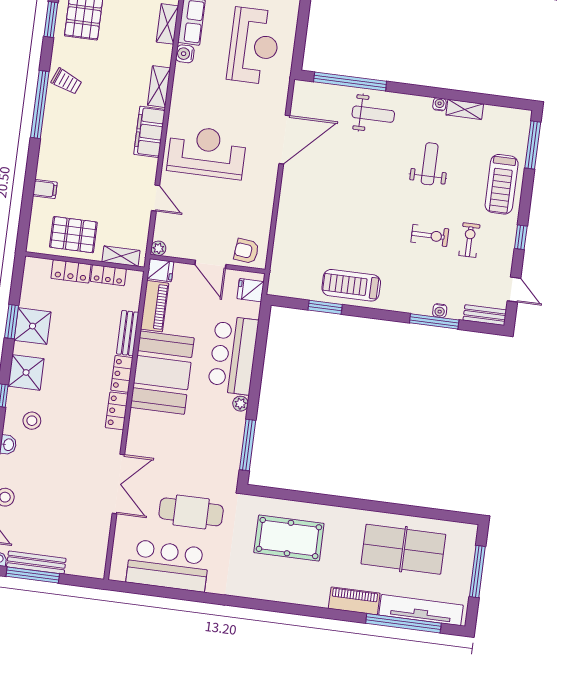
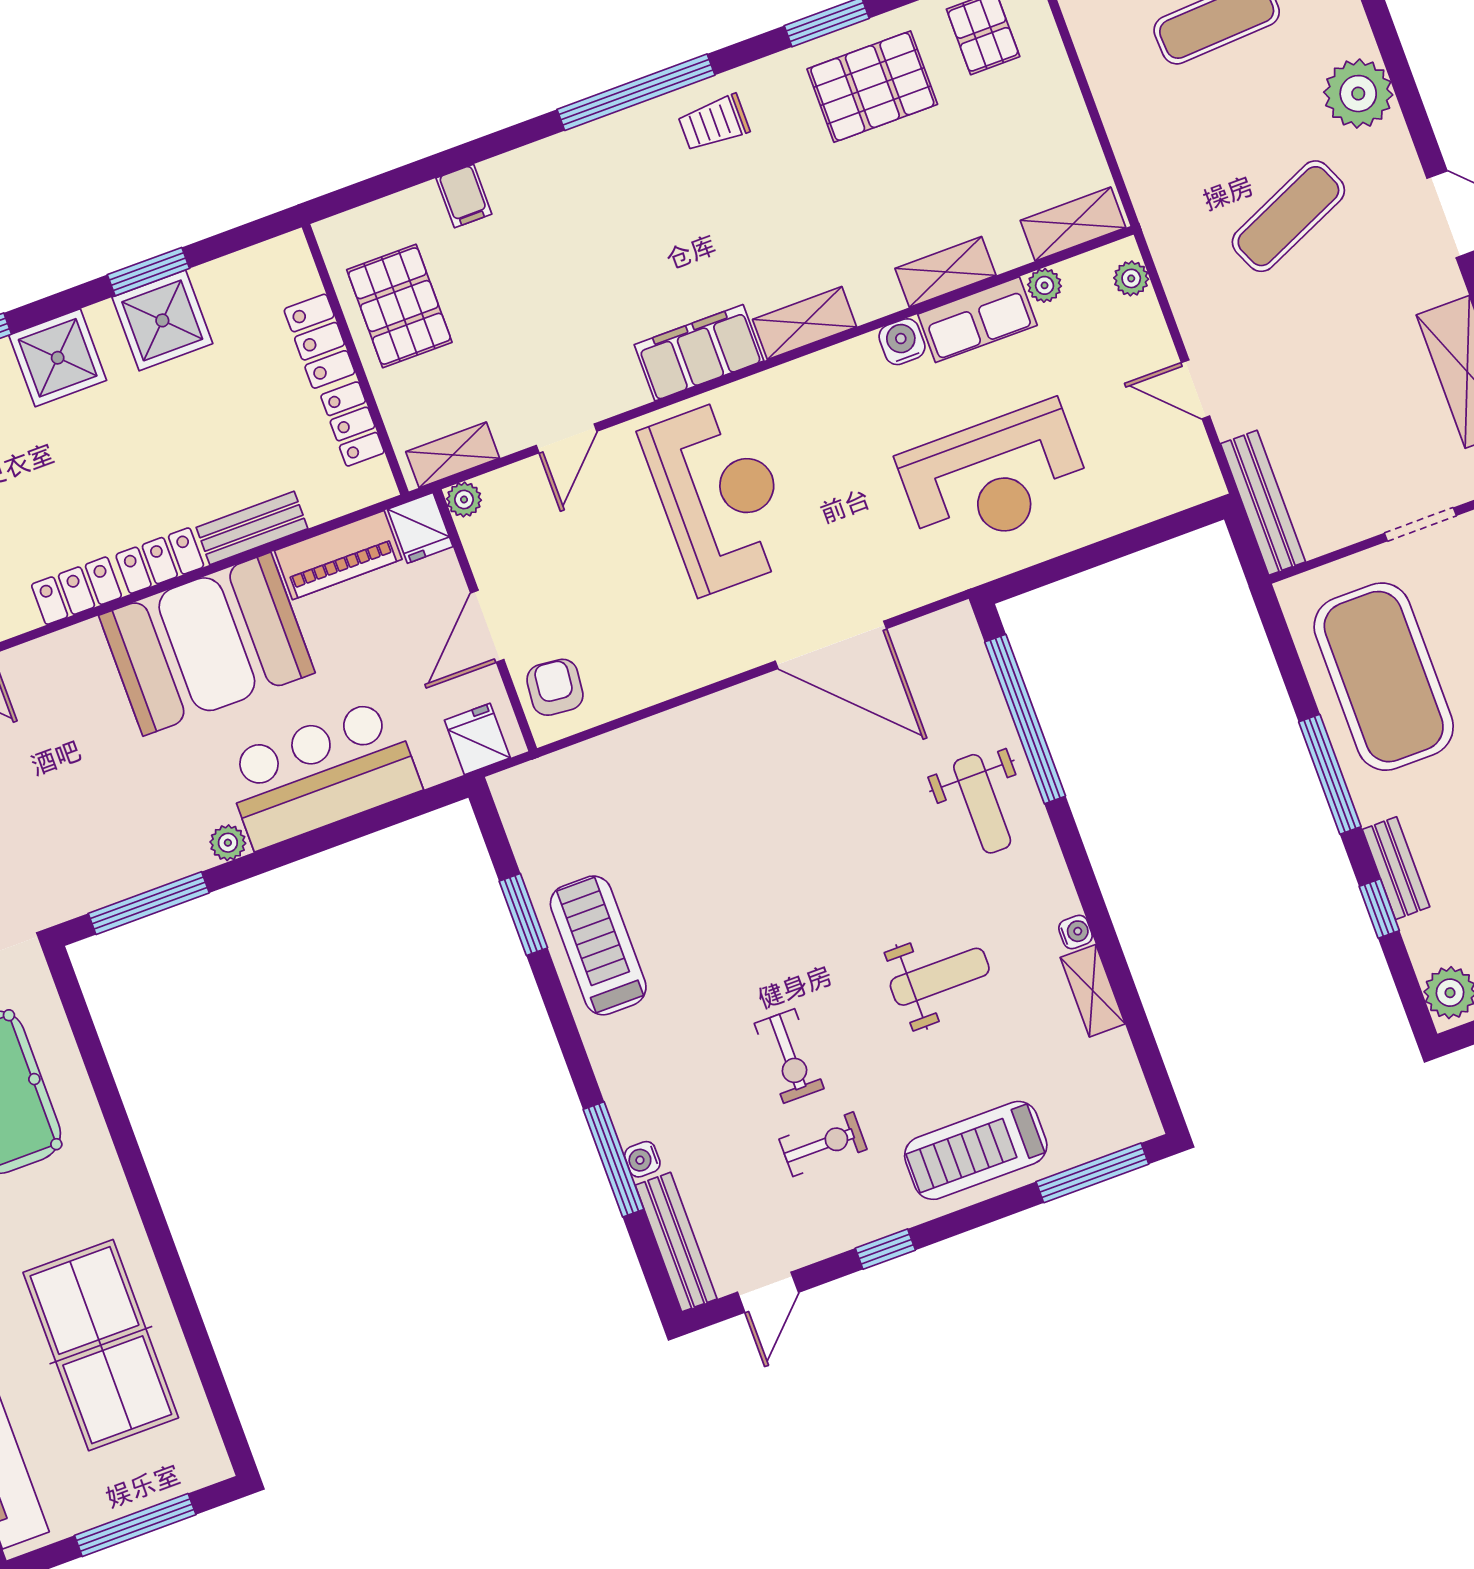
trolley: (66, 81) -> (714, 123), turned 68
shelving: (121, 256) -> (453, 455), moved, turned 90
bench: (485, 315) -> (676, 1242), width x1.36

